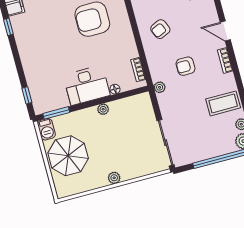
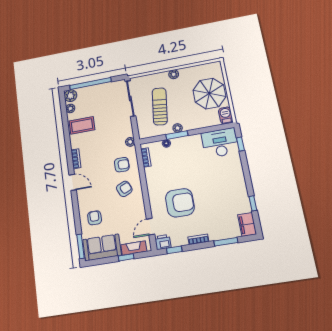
armchair: (185, 66) -> (122, 165), moved
desk: (87, 85) -> (220, 143), moved
window: (56, 113) -> (177, 135), moved
sun lounger: (128, 135) -> (160, 106), added

